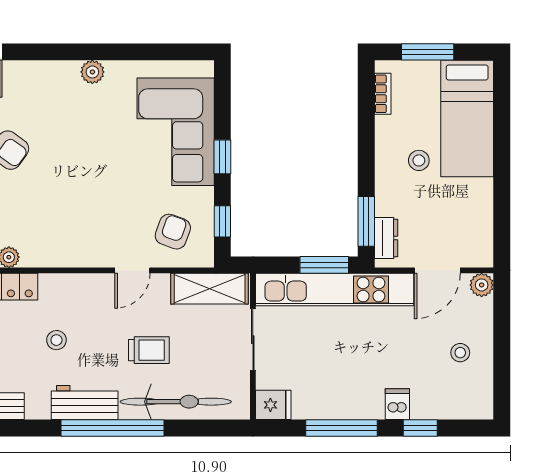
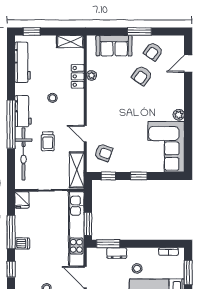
corner sofa: (176, 132) -> (166, 147), moved, turned -90
dresser: (386, 238) -> (117, 253), moved
dishwasher: (397, 404) -> (22, 243), moved

